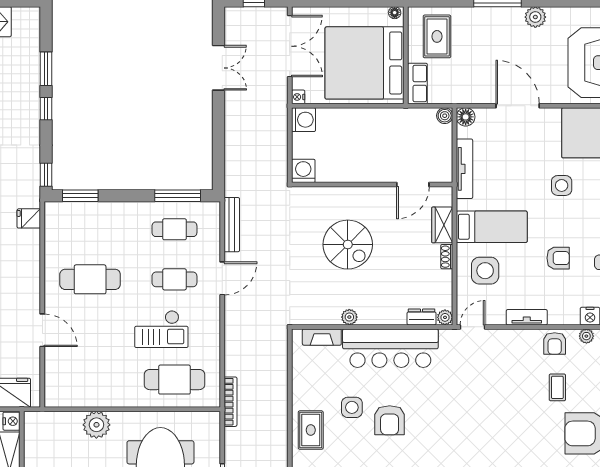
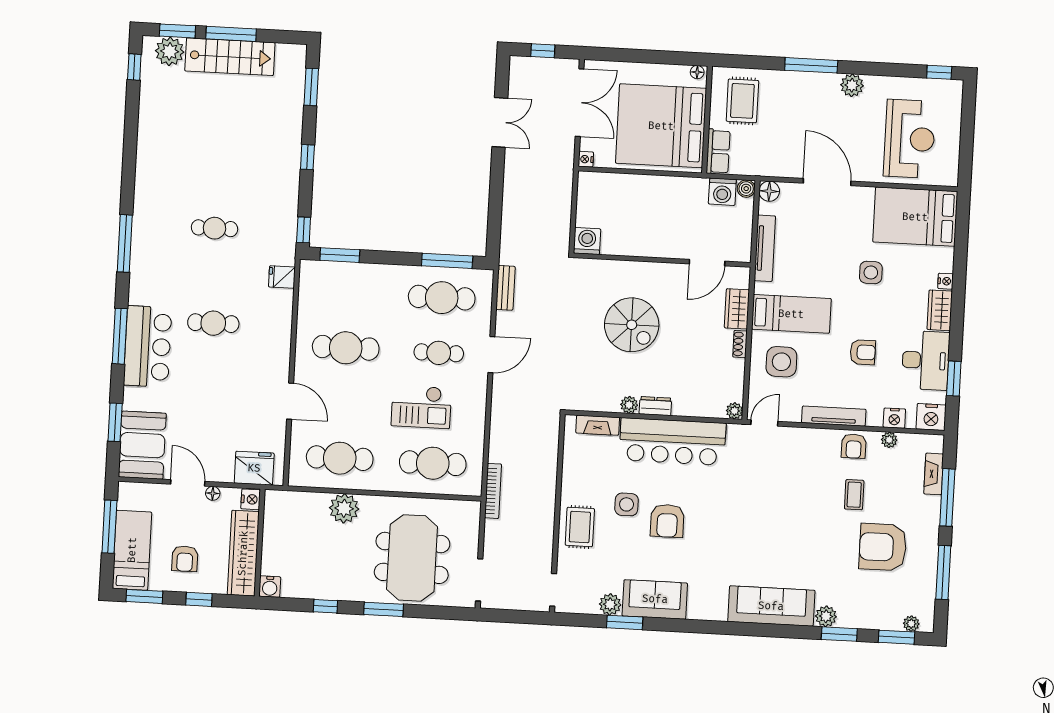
window: (46, 69) -> (311, 87), moved
washing machine: (303, 120) -> (722, 192), moved, turned 90
bench: (232, 225) -> (505, 288), width x0.73
cafe table: (174, 229) -> (442, 298), width x1.37, depth x1.35
dresser: (422, 317) -> (655, 406), moved
tv unit: (527, 317) -> (834, 416), width x1.41
cafe table: (90, 380) -> (340, 458), added

